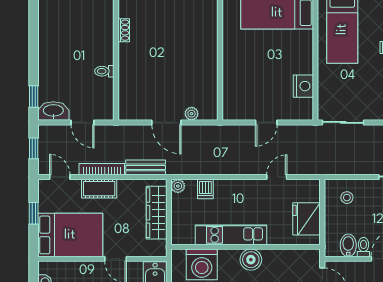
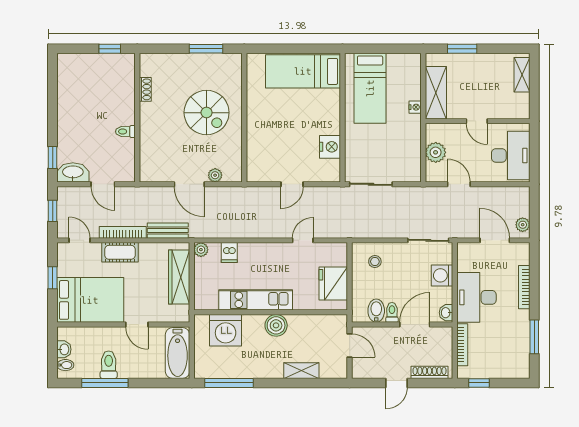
spiral stairs: (183, 53) -> (207, 113), added

